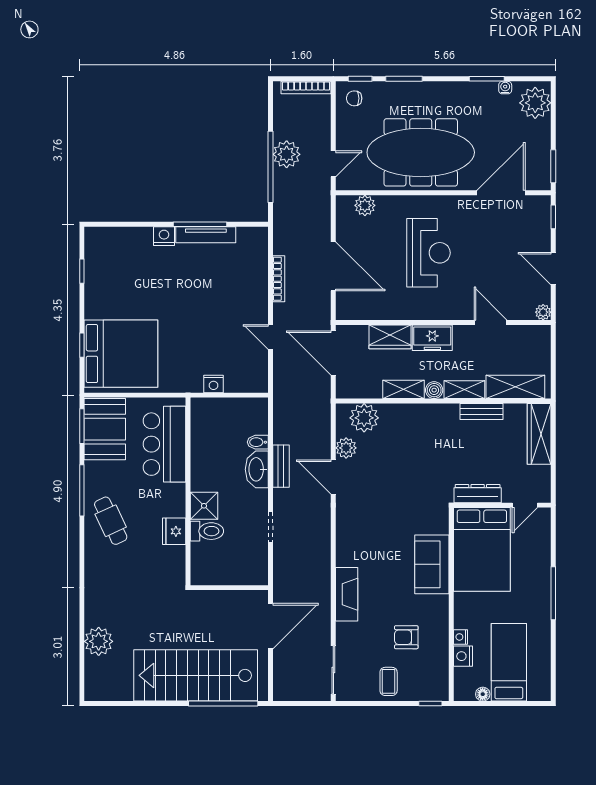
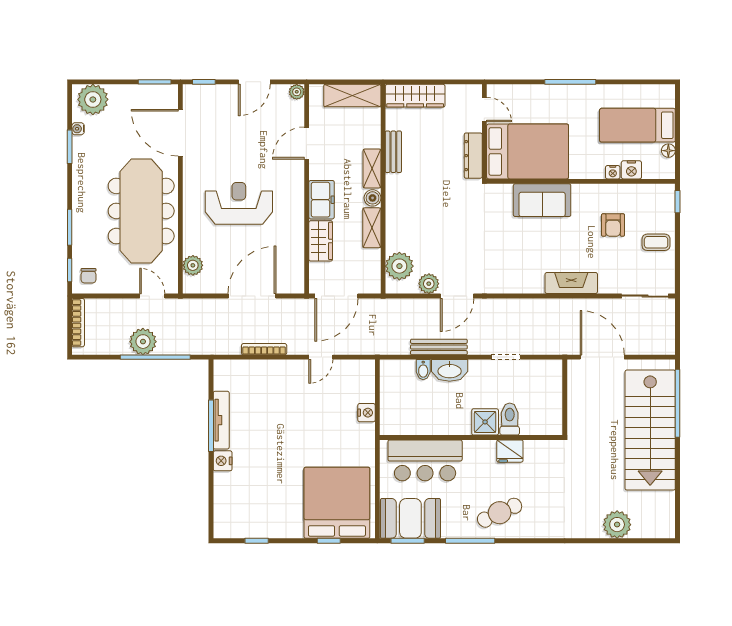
shelving: (515, 387) -> (352, 96), moved, turned 90
bench: (281, 466) -> (439, 347), width x1.36

